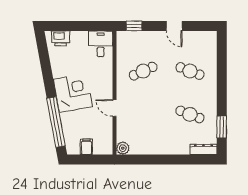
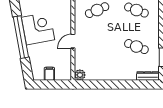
door: (114, 108) -> (73, 41), hinge flipped
window: (56, 122) -> (21, 37), moved

